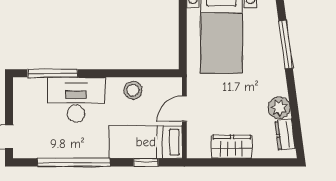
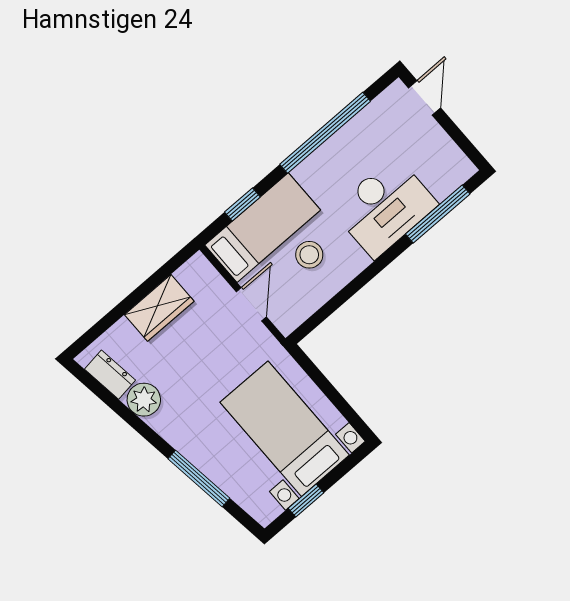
stool: (133, 90) -> (309, 255), moved

